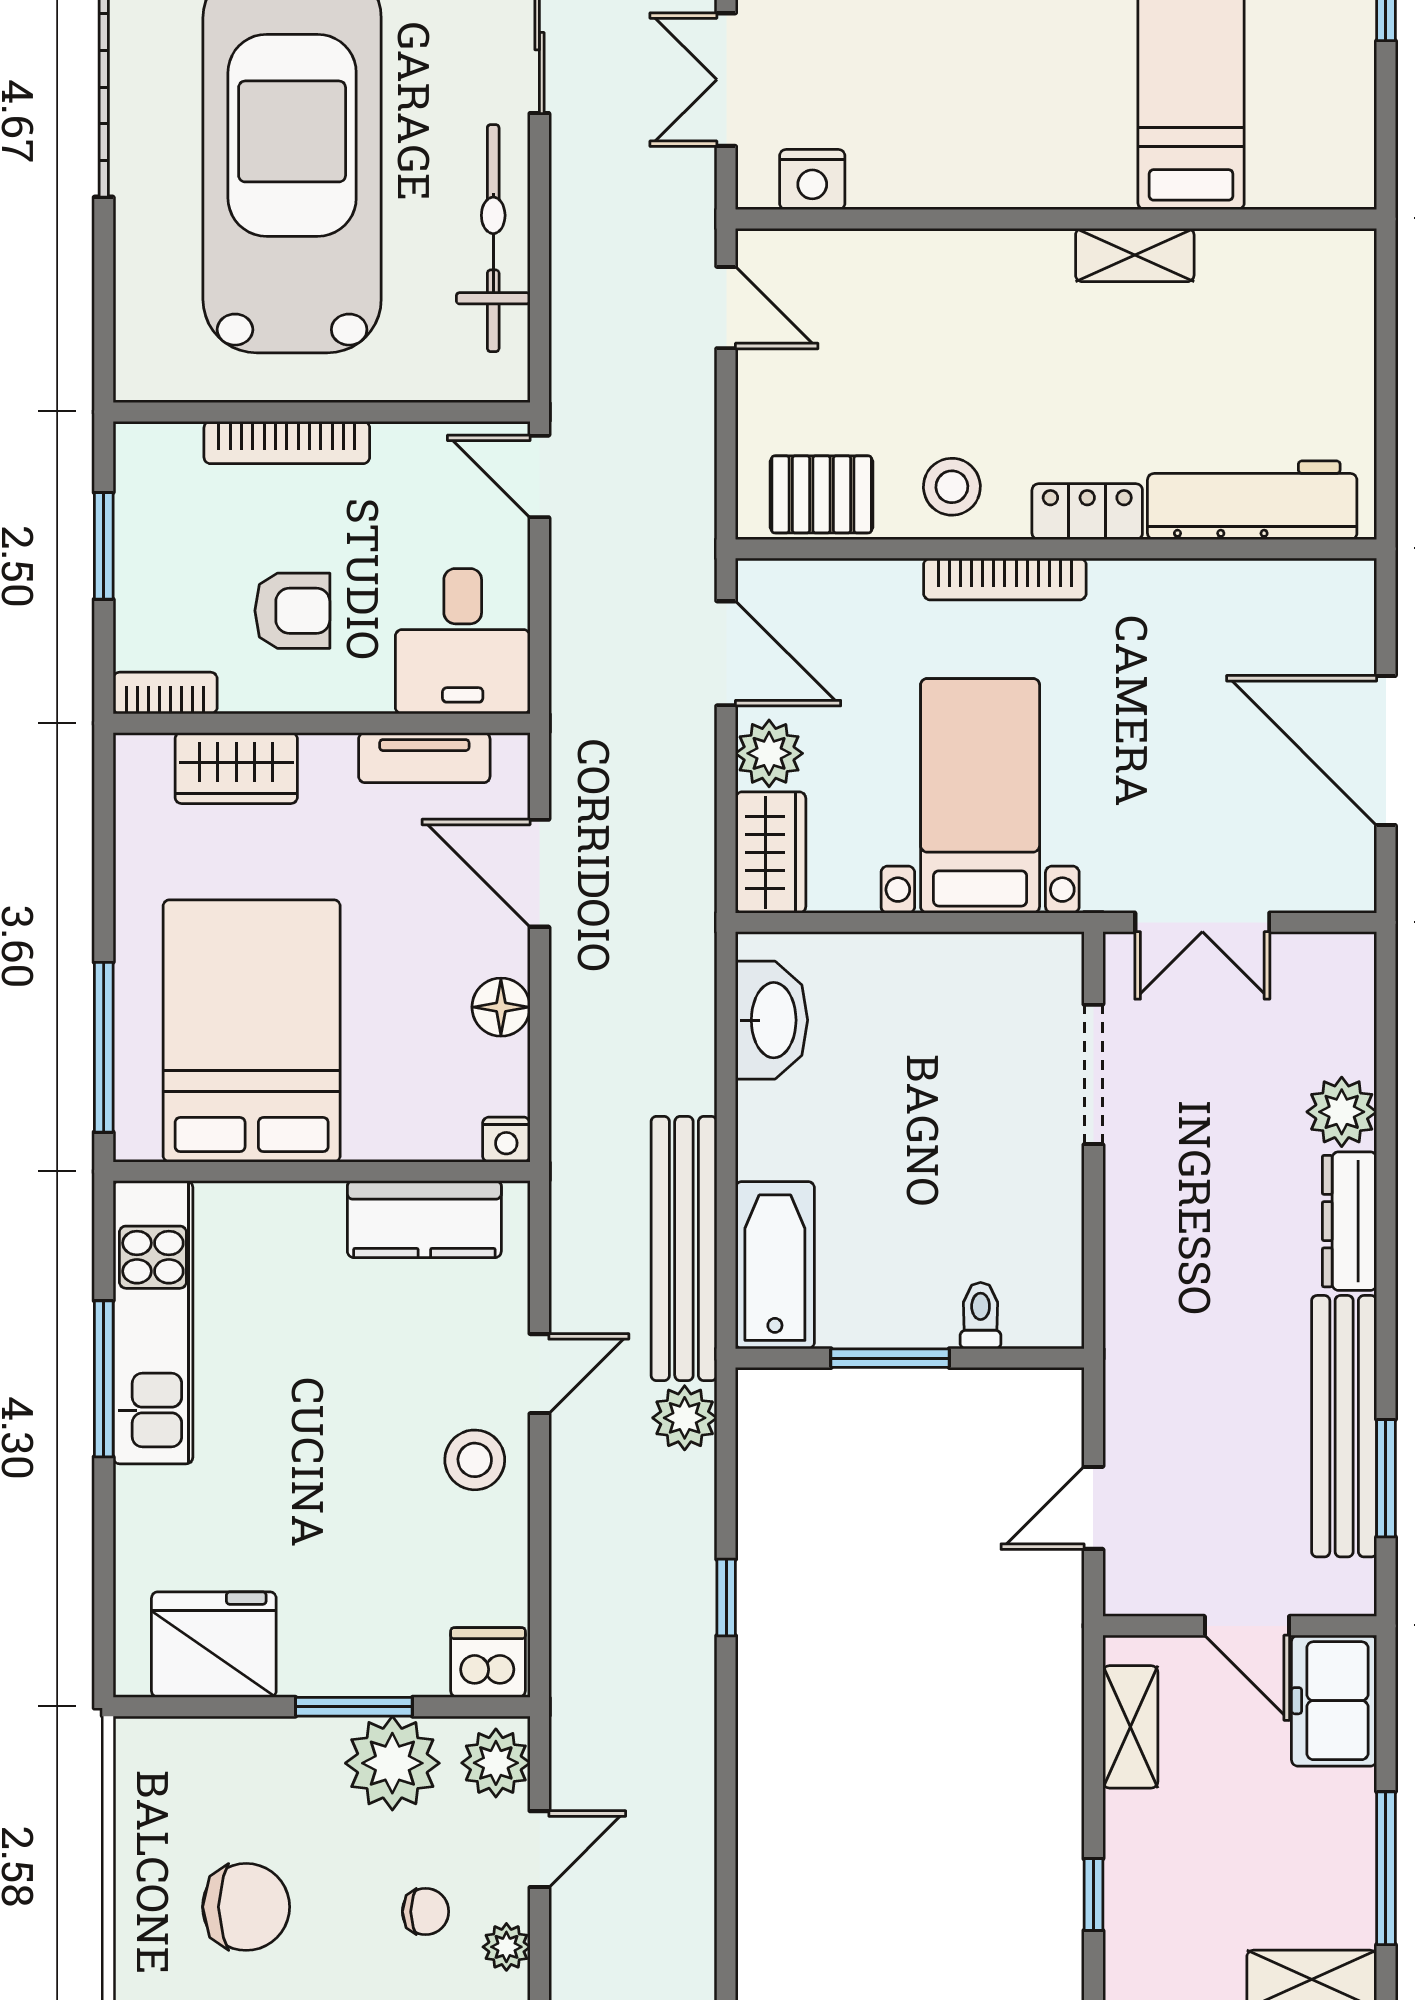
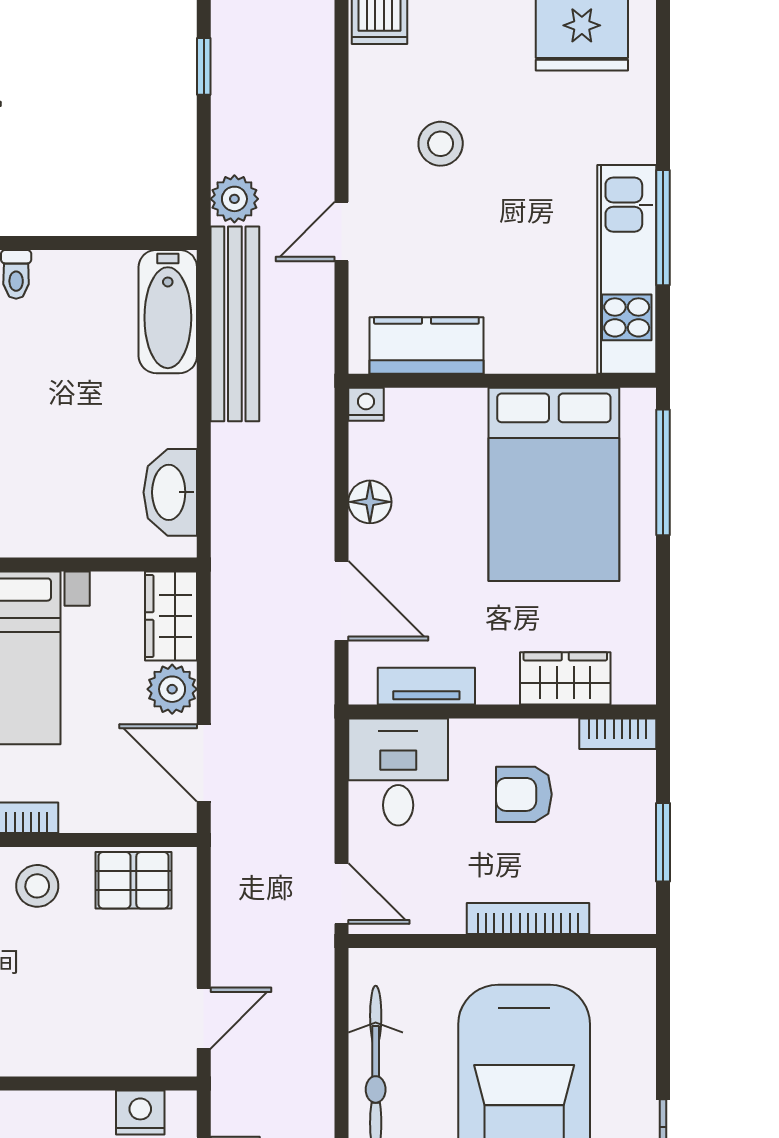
door: (726, 308) -> (204, 1018), swing flipped
window: (890, 1358) -> (83, 243), removed
stool: (475, 1460) -> (441, 144), moved

